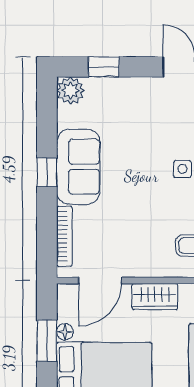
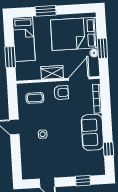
plant: (71, 91) -> (98, 168), removed
window: (47, 172) -> (108, 149), moved
armchair: (139, 253) -> (61, 93), added

